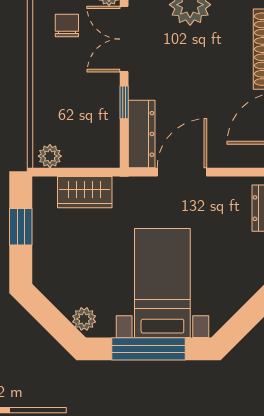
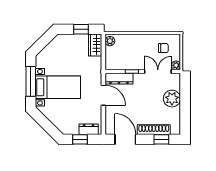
wardrobe: (85, 192) -> (95, 45), moved
plant: (84, 319) -> (43, 55), removed

